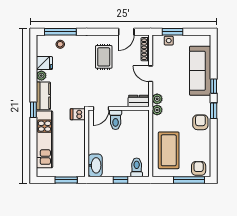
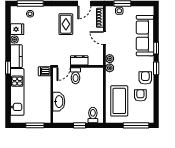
dresser: (139, 101) -> (79, 60), moved
washbasin: (95, 165) -> (59, 102), moved
armchair: (199, 168) -> (140, 95), moved

